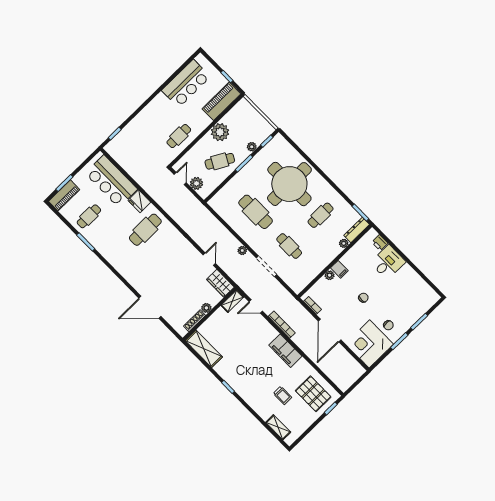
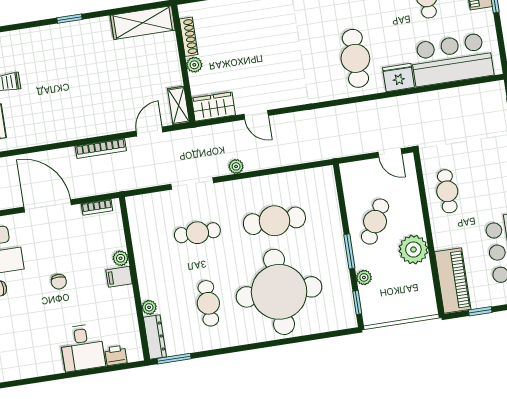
plant: (196, 183) -> (368, 170), removed
filing cabinet: (285, 351) -> (63, 129), removed

